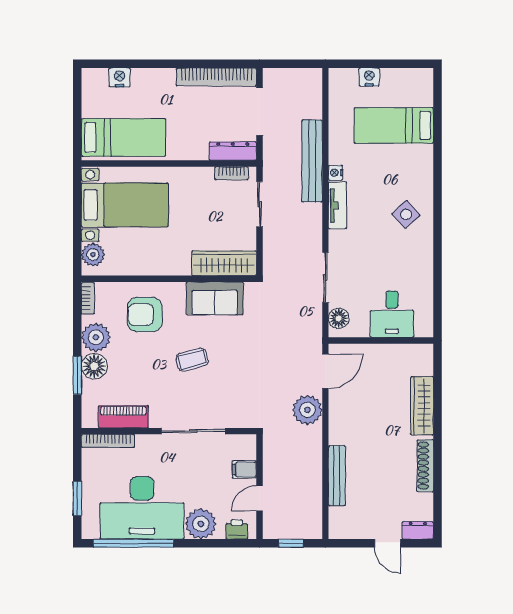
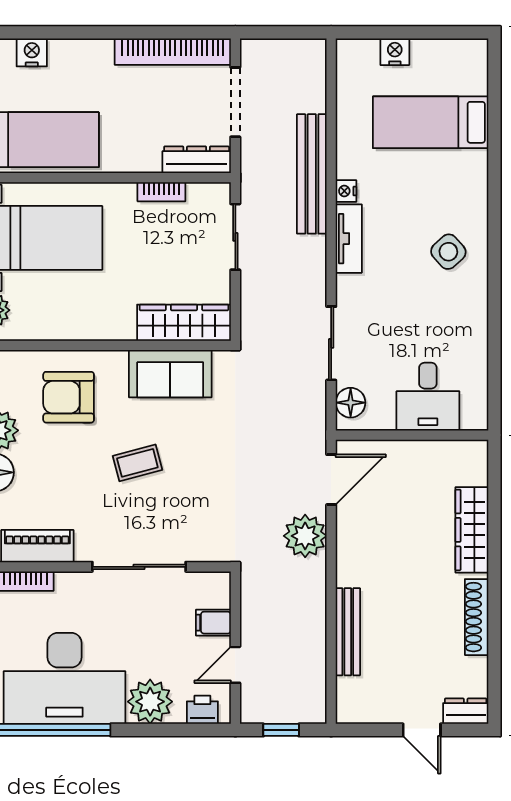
bookcase: (231, 173) -> (161, 192), moved

